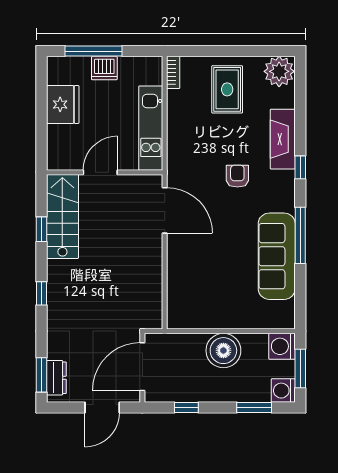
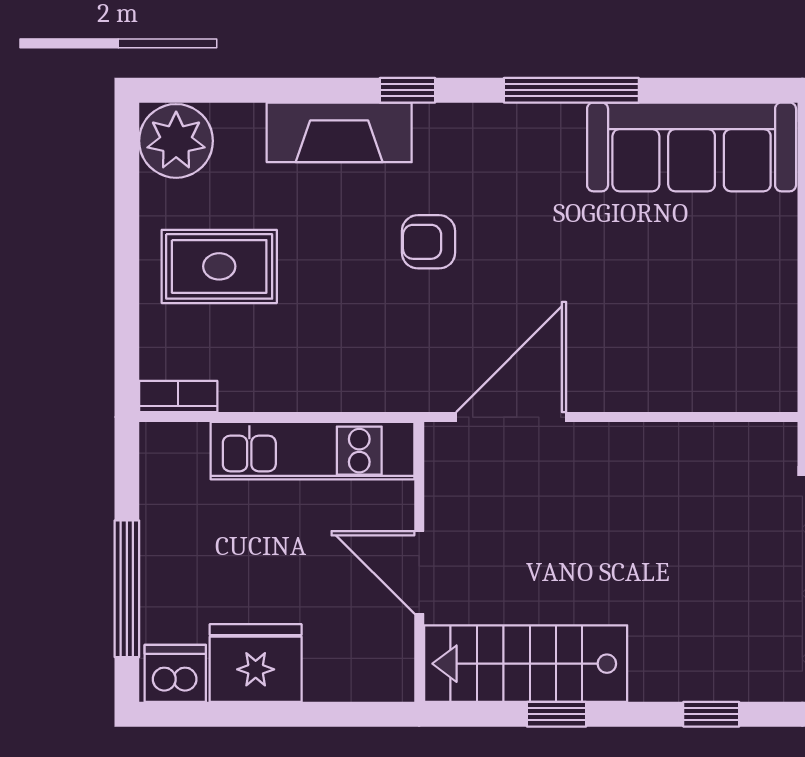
dishwasher: (104, 68) -> (175, 673), moved, turned -90
sofa: (277, 256) -> (692, 147), moved

